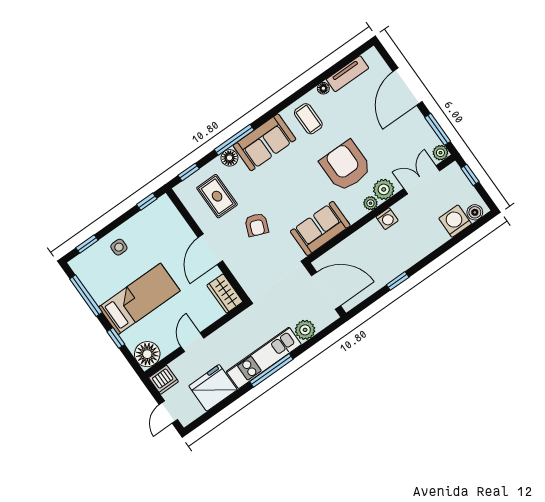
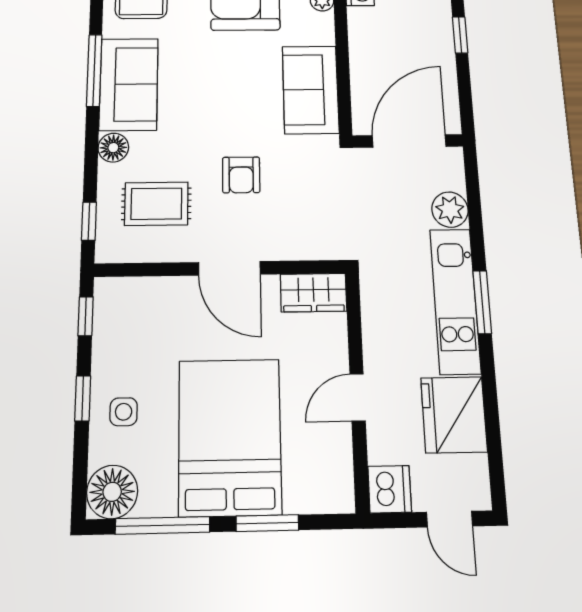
window: (234, 140) -> (94, 70), moved
armchair: (257, 225) -> (241, 175), turned 68
window: (87, 244) -> (83, 398), moved
bed: (139, 299) -> (230, 437), width x1.50
window: (116, 338) -> (267, 523), width x1.50
door: (192, 342) -> (358, 397), hinge flipped
floor lamp: (147, 354) -> (112, 492), moved
window: (271, 370) -> (482, 302), width x0.69

